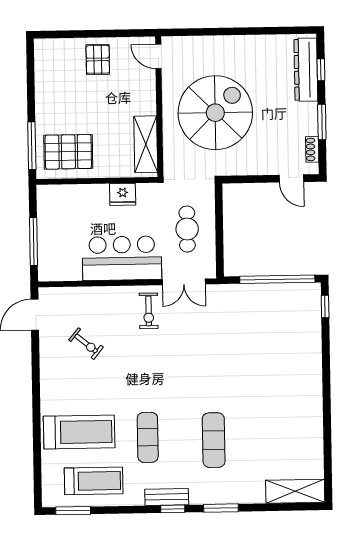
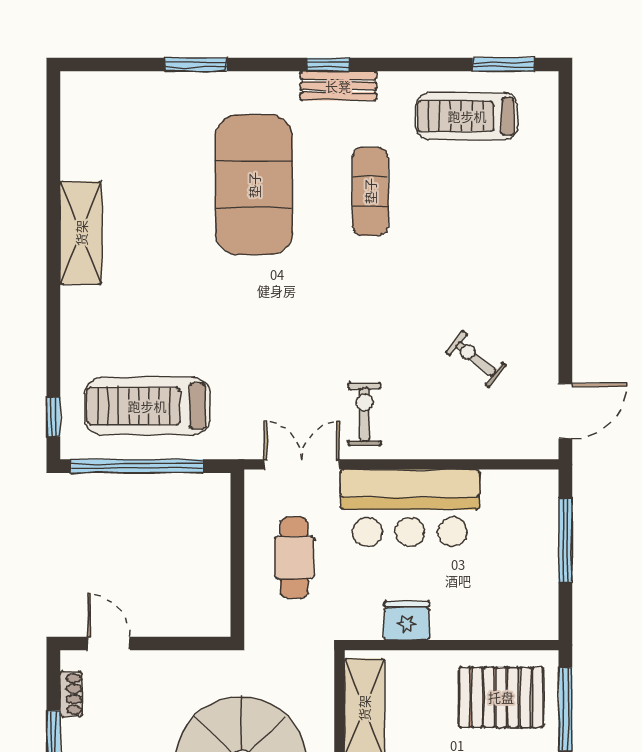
treadmill: (79, 432) -> (147, 406), moved
exercise mat: (214, 440) -> (254, 185), width x2.00, depth x1.45
shelving: (295, 491) -> (81, 233), moved, turned 90
window: (221, 508) -> (196, 65), moved

